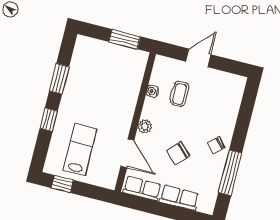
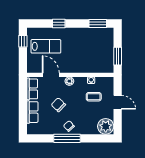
window: (59, 79) -> (98, 24), moved
plant: (232, 87) -> (106, 126), added
door: (127, 153) -> (51, 75), swing flipped
window: (230, 173) -> (67, 138), moved

